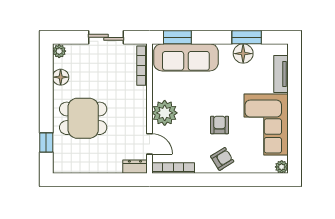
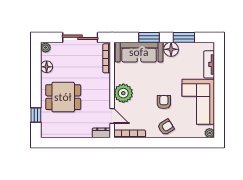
sliding door: (106, 37) -> (80, 37), width x1.37
window: (177, 37) -> (149, 37), moved
floor lamp: (243, 54) -> (171, 49), moved

